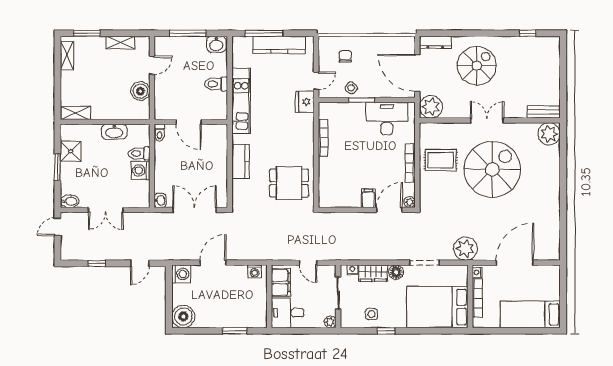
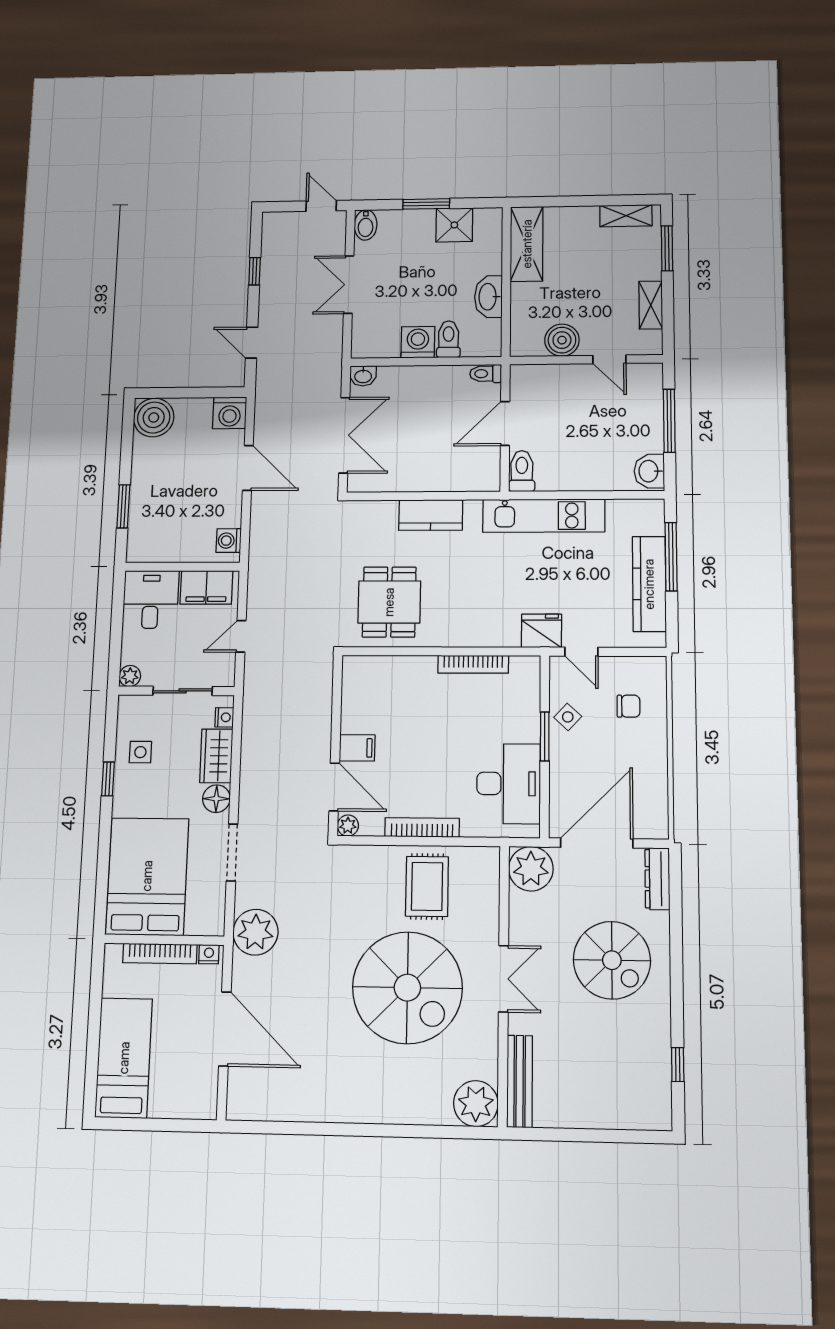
toilet: (216, 84) -> (522, 471), moved
bench: (544, 112) -> (520, 1081), width x1.36
shelving: (75, 113) -> (527, 244), width x1.50, depth x1.33

